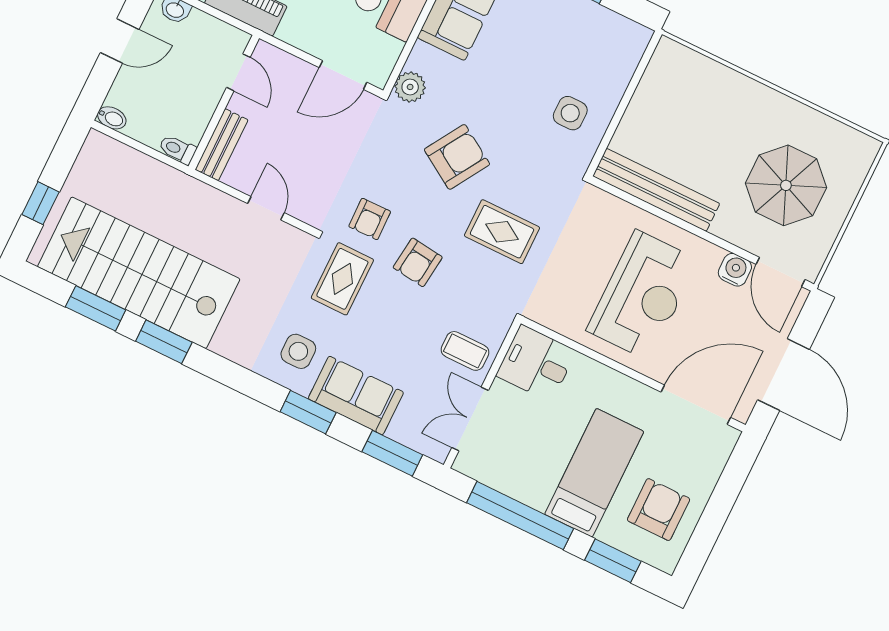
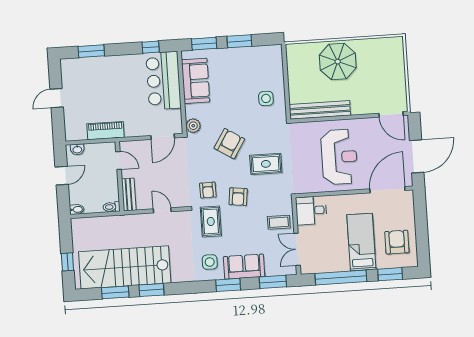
parasol: (786, 185) -> (338, 62), moved
water cooler: (735, 270) -> (372, 124), removed
door: (783, 375) -> (417, 156), hinge flipped

